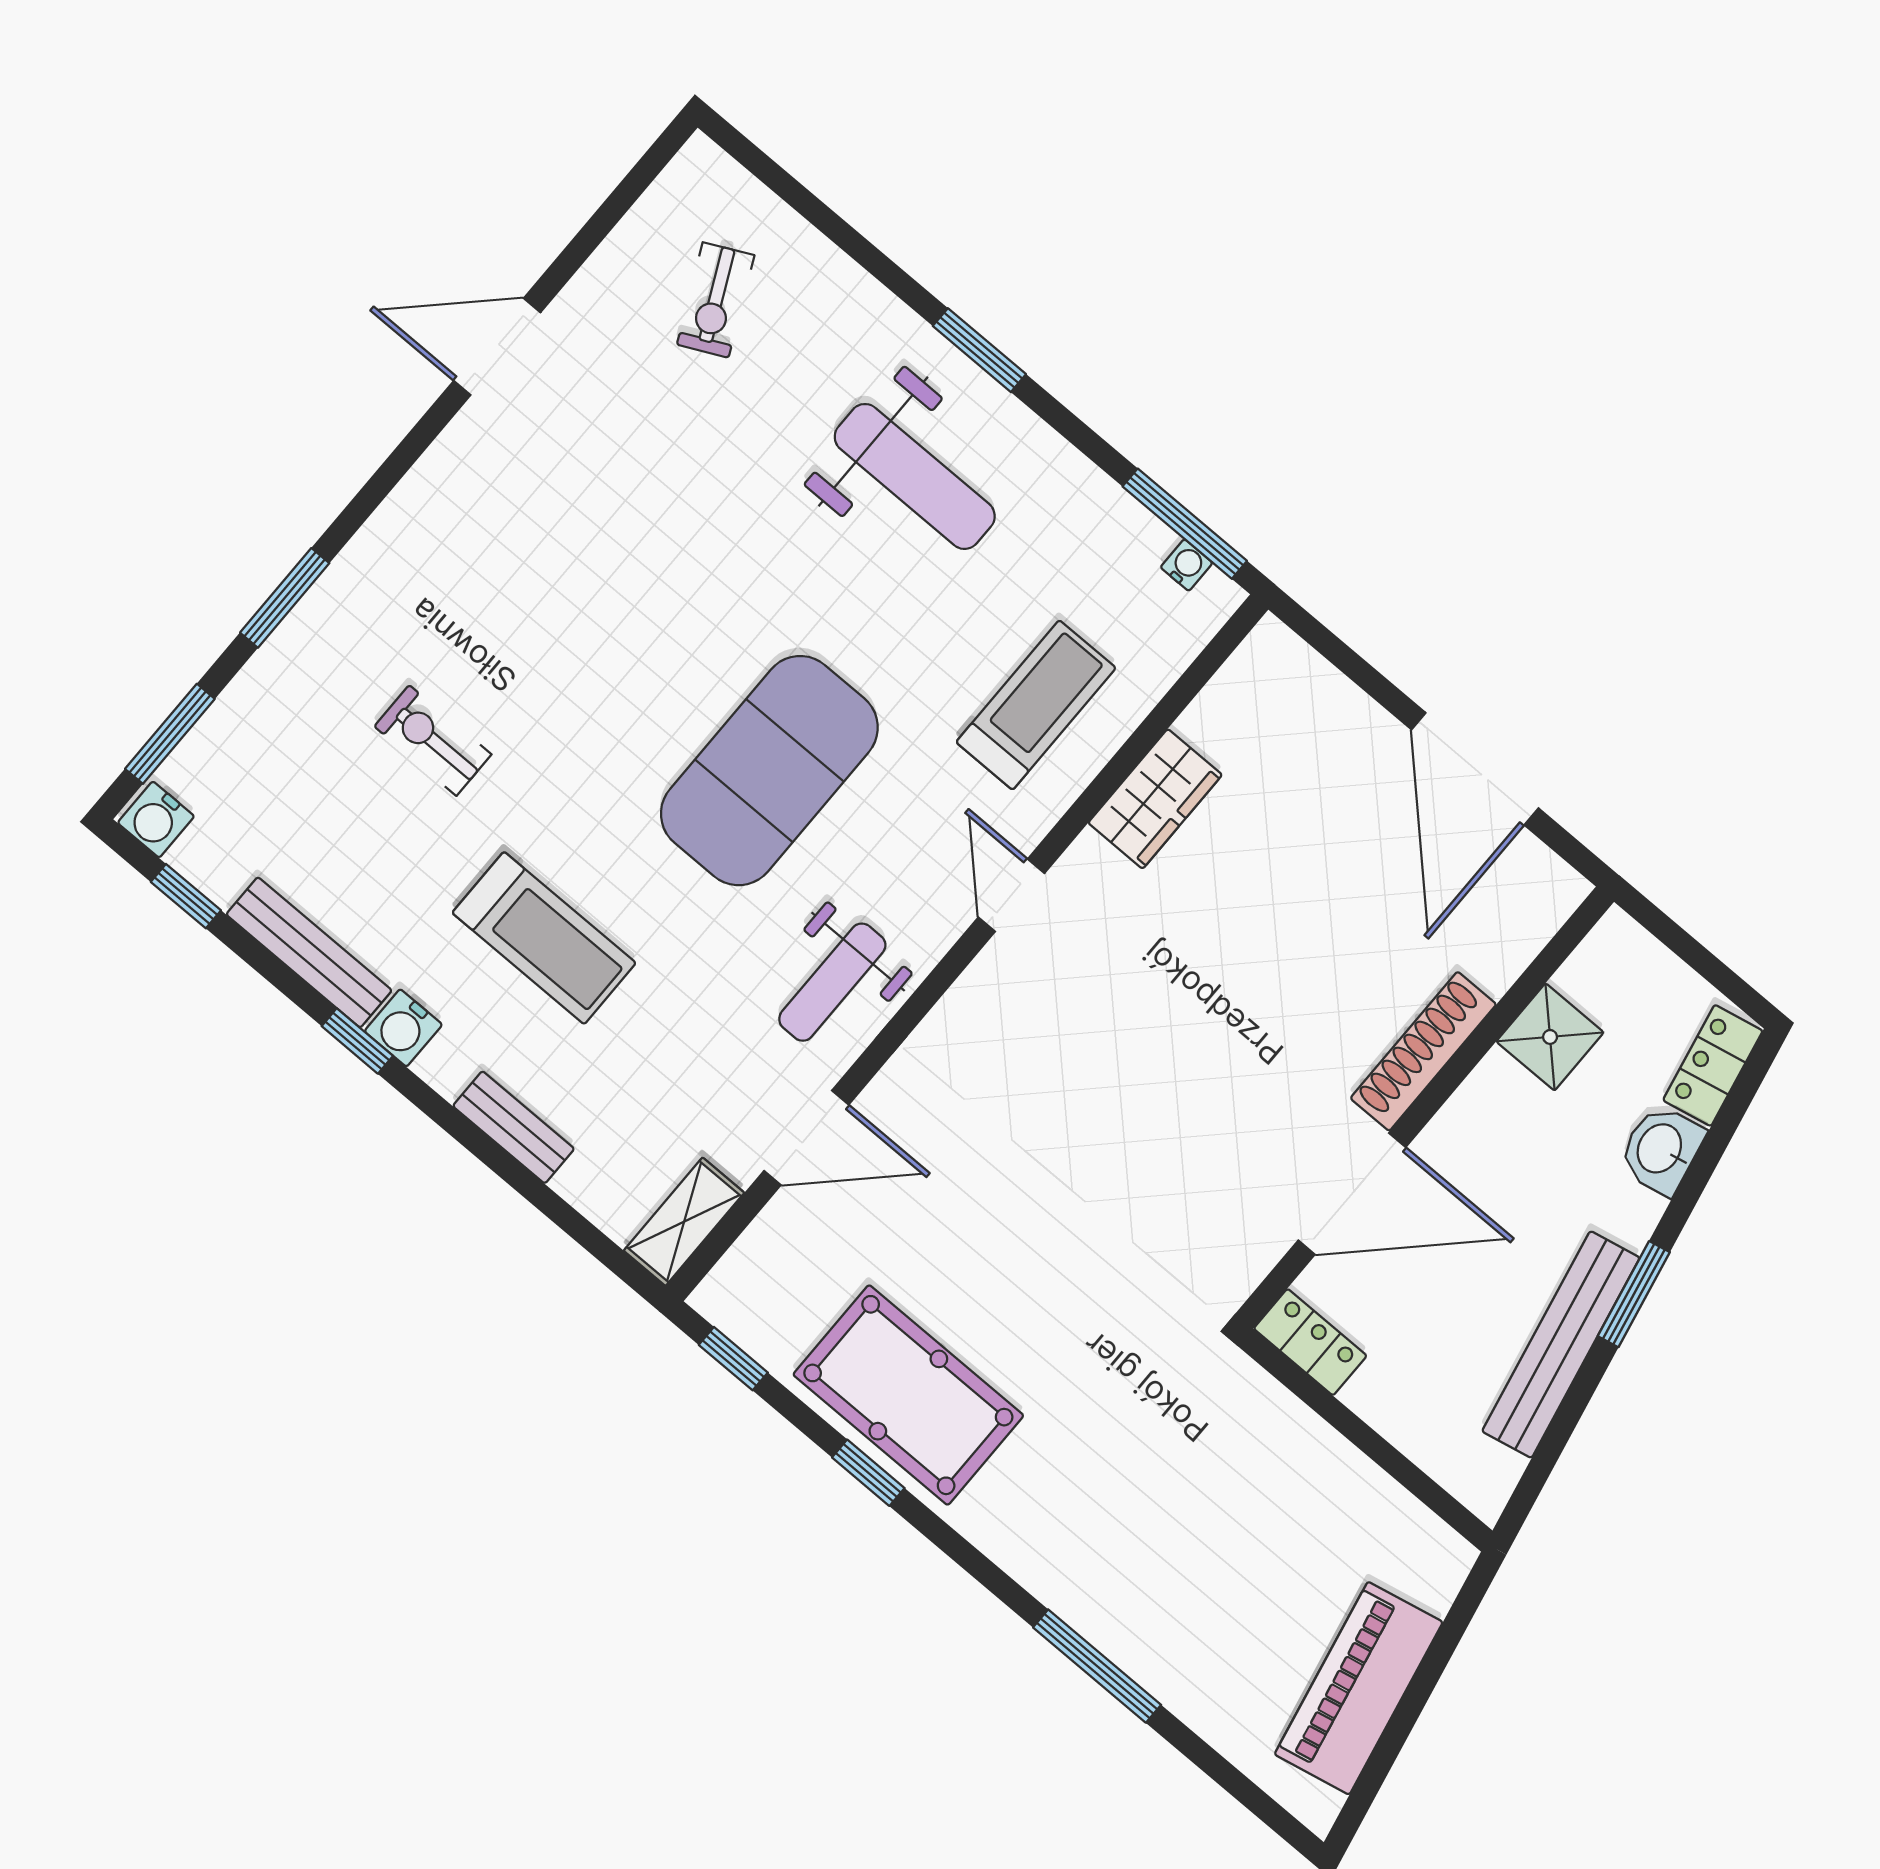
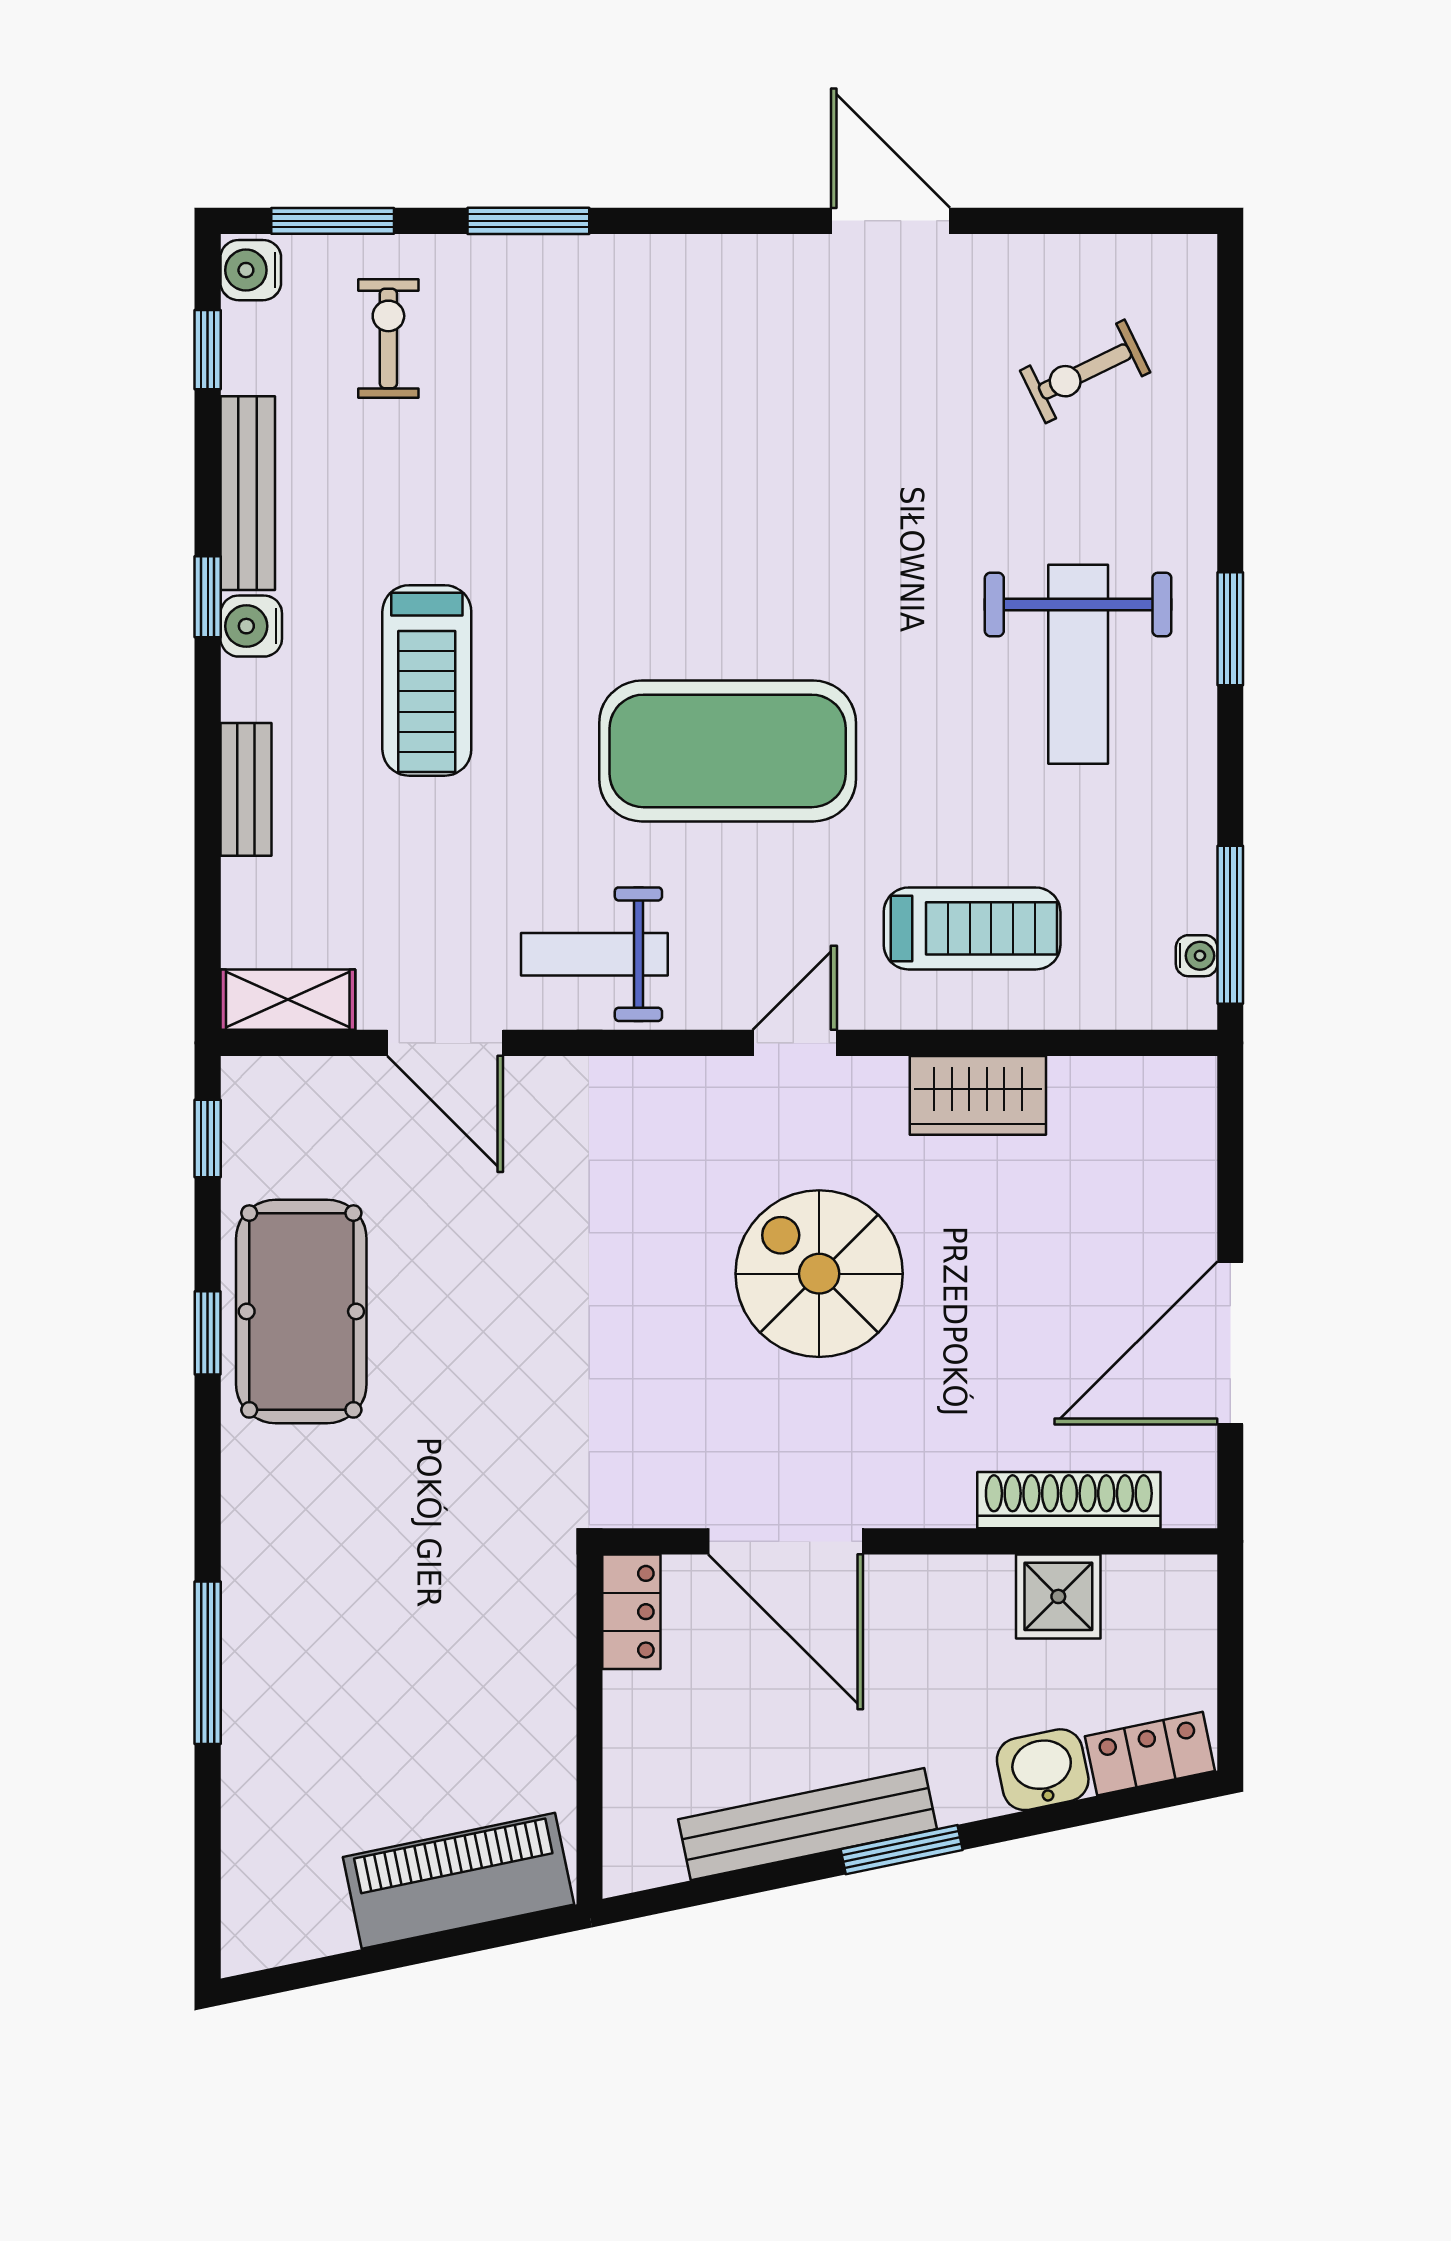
exercise bike: (433, 740) -> (388, 339), moved
spiral stairs: (1186, 1014) -> (819, 1274), added
shoe rack: (1423, 1051) -> (1069, 1500), moved
piano: (1359, 1688) -> (458, 1881), moved

